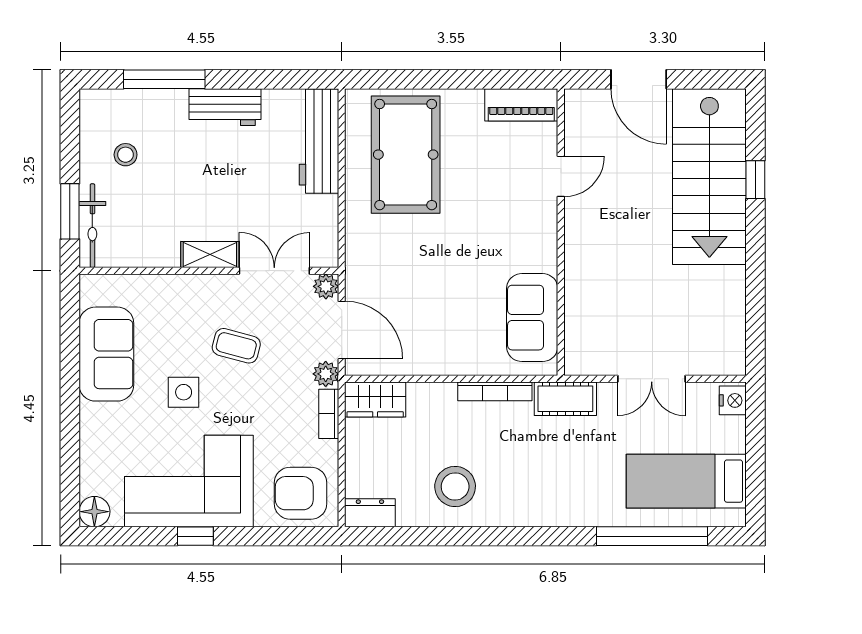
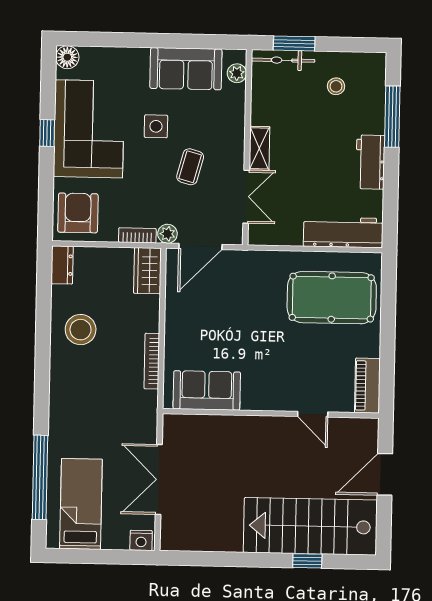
plant: (326, 286) -> (237, 73), moved
double door: (652, 379) -> (159, 479), width x1.37
cot: (565, 399) -> (145, 414), removed

